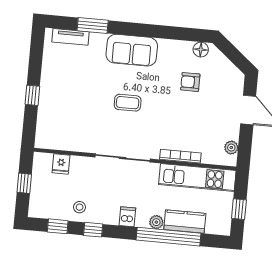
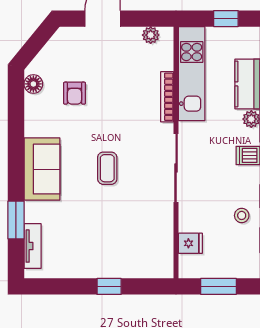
window: (24, 183) -> (218, 286), width x1.50

